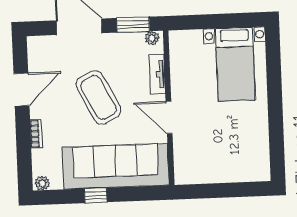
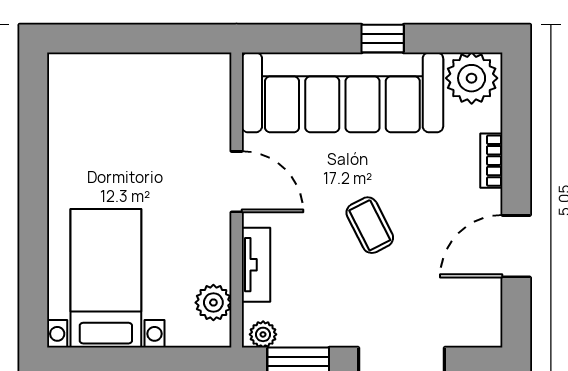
plant: (179, 54) -> (213, 303), added
coffee table: (98, 97) -> (370, 225), width x0.54, depth x0.58
plant: (42, 183) -> (472, 78), width x1.87, depth x1.87

